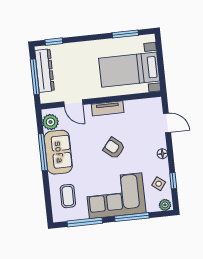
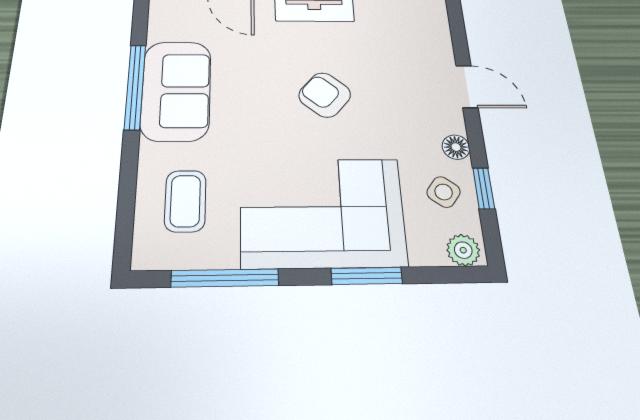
plant: (50, 122) -> (168, 23), removed
door: (167, 123) -> (467, 87), moved
floor lamp: (162, 154) -> (456, 147), moved
window: (132, 217) -> (367, 276), width x0.69

